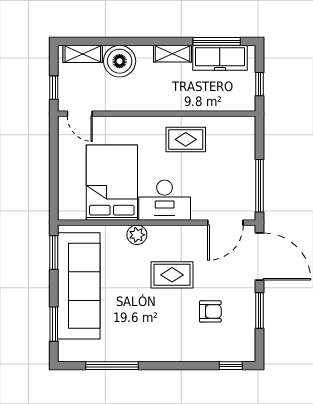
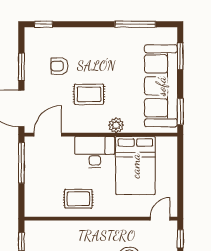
door: (80, 114) -> (160, 219), hinge flipped

